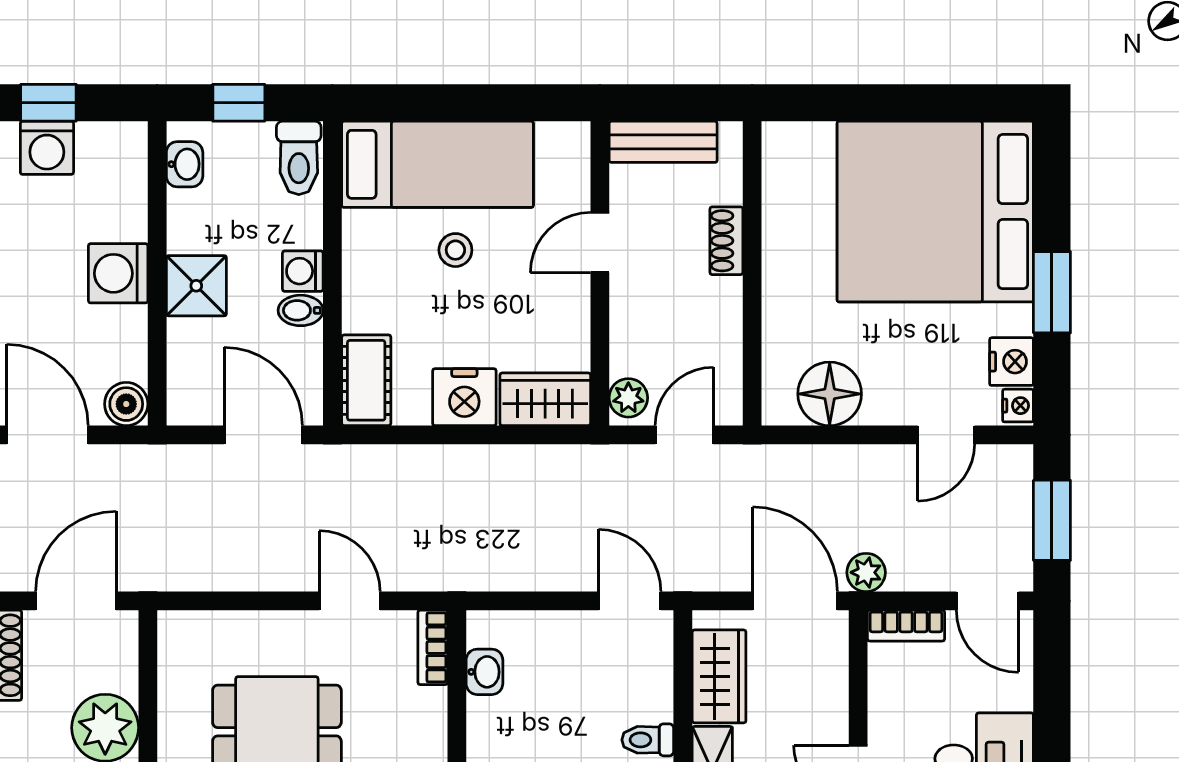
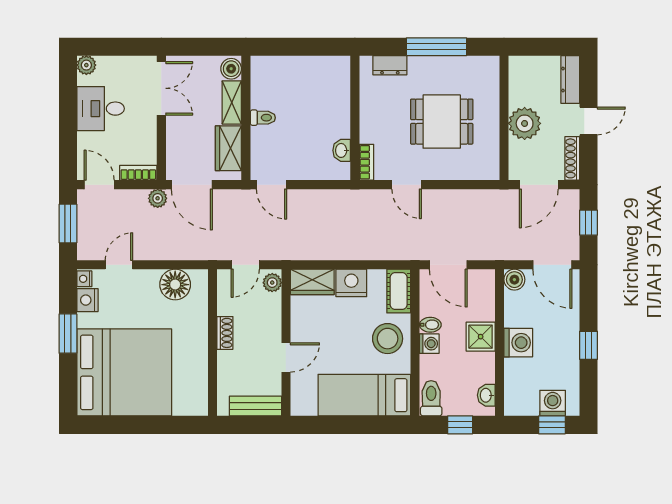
shoe rack: (726, 241) -> (225, 333), moved
stool: (455, 250) -> (388, 339), moved, width x1.89, depth x1.89

